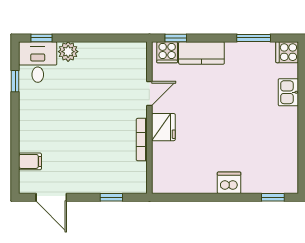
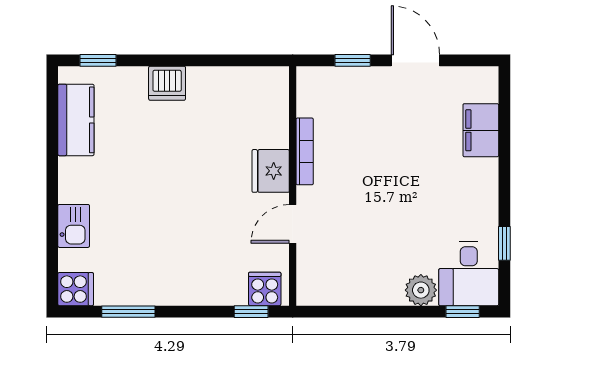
kitchen counter: (201, 53) -> (76, 120), moved, turned 90
filing cabinet: (30, 161) -> (481, 130), width x2.00
door: (51, 197) -> (415, 60), moved

